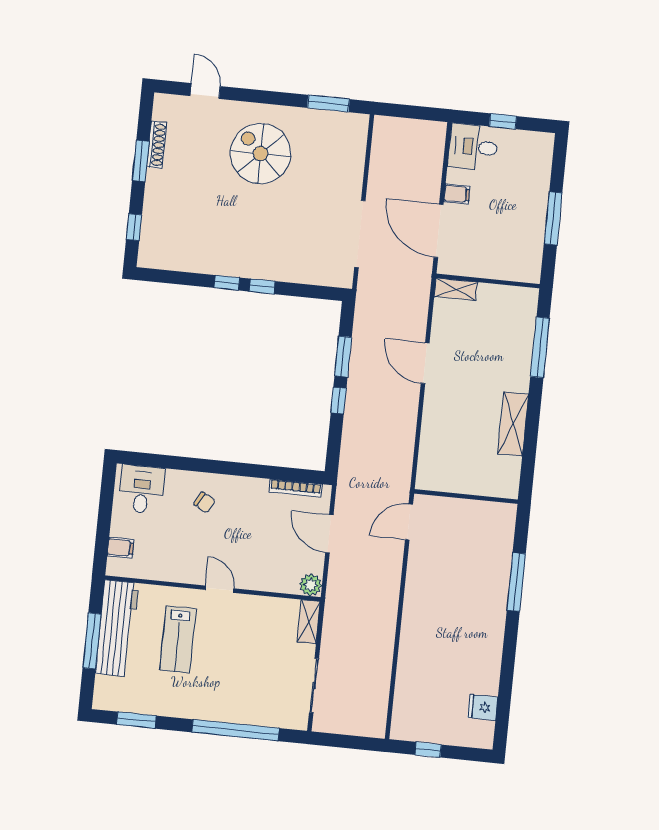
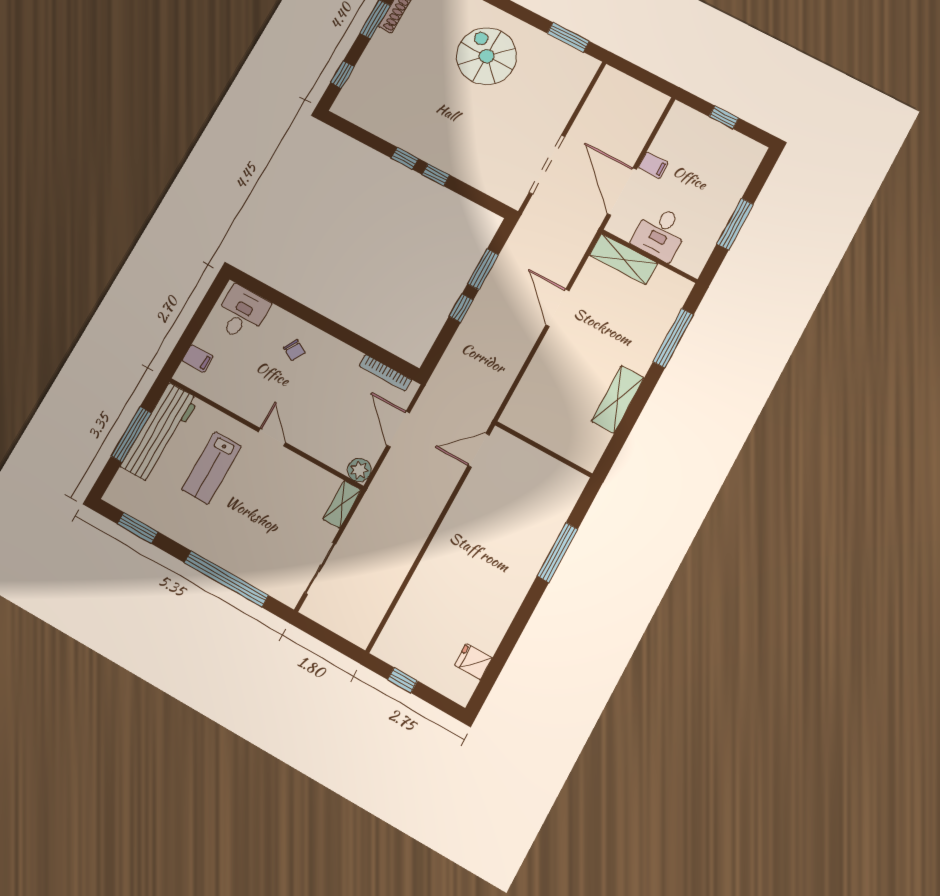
desk: (473, 147) -> (660, 233), moved, turned -90
shelving: (456, 289) -> (623, 259), width x1.50, depth x1.33

